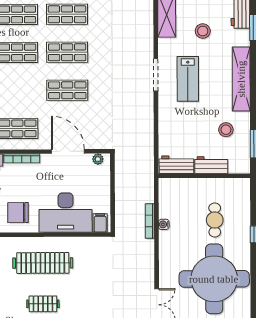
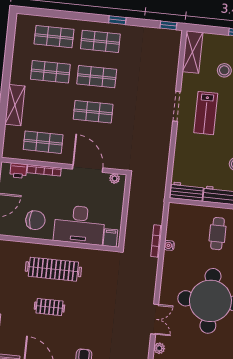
chair: (18, 213) -> (35, 220), turned 180
cafe table: (215, 220) -> (218, 234), moved

